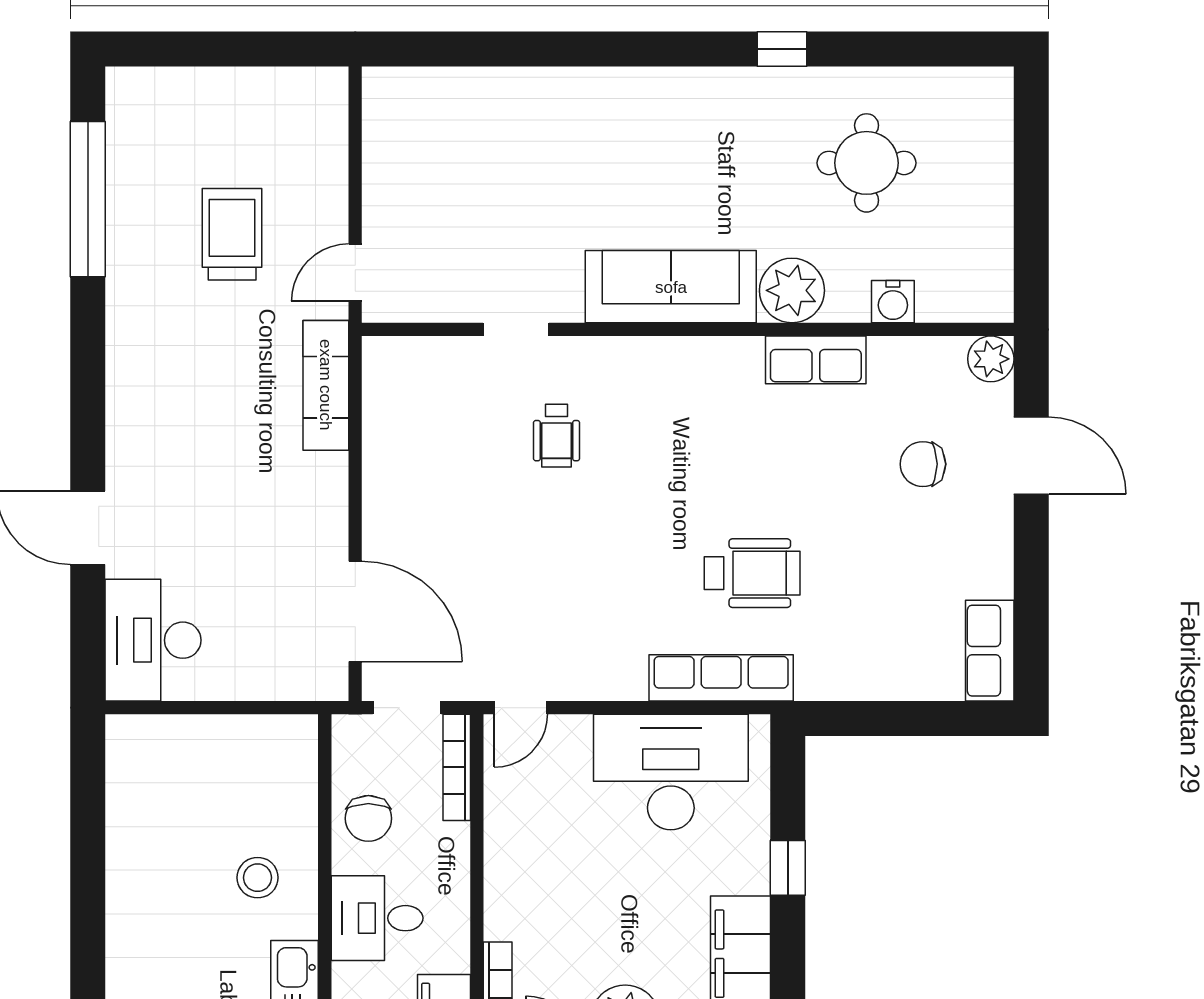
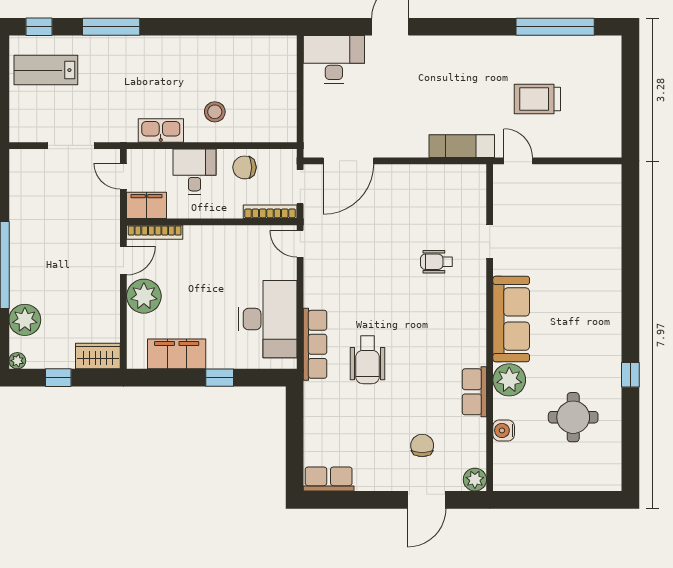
trolley: (232, 234) -> (537, 99), turned 180

